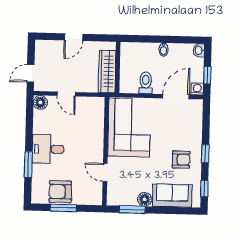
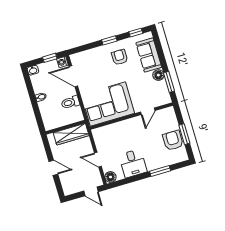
door: (66, 94) -> (98, 160), swing flipped
desk: (48, 149) -> (133, 163), moved
armchair: (60, 192) -> (173, 140), turned 180

